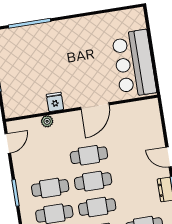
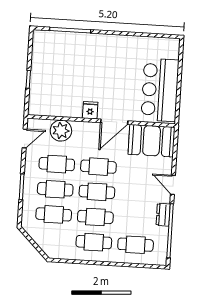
fridge: (55, 102) -> (90, 110), moved
booth: (137, 117) -> (152, 141), added
plant: (47, 121) -> (61, 131), width x1.88, depth x1.88
cafe table: (46, 162) -> (57, 164), added

